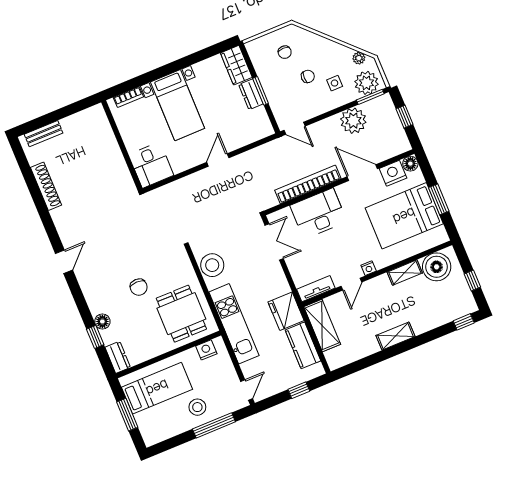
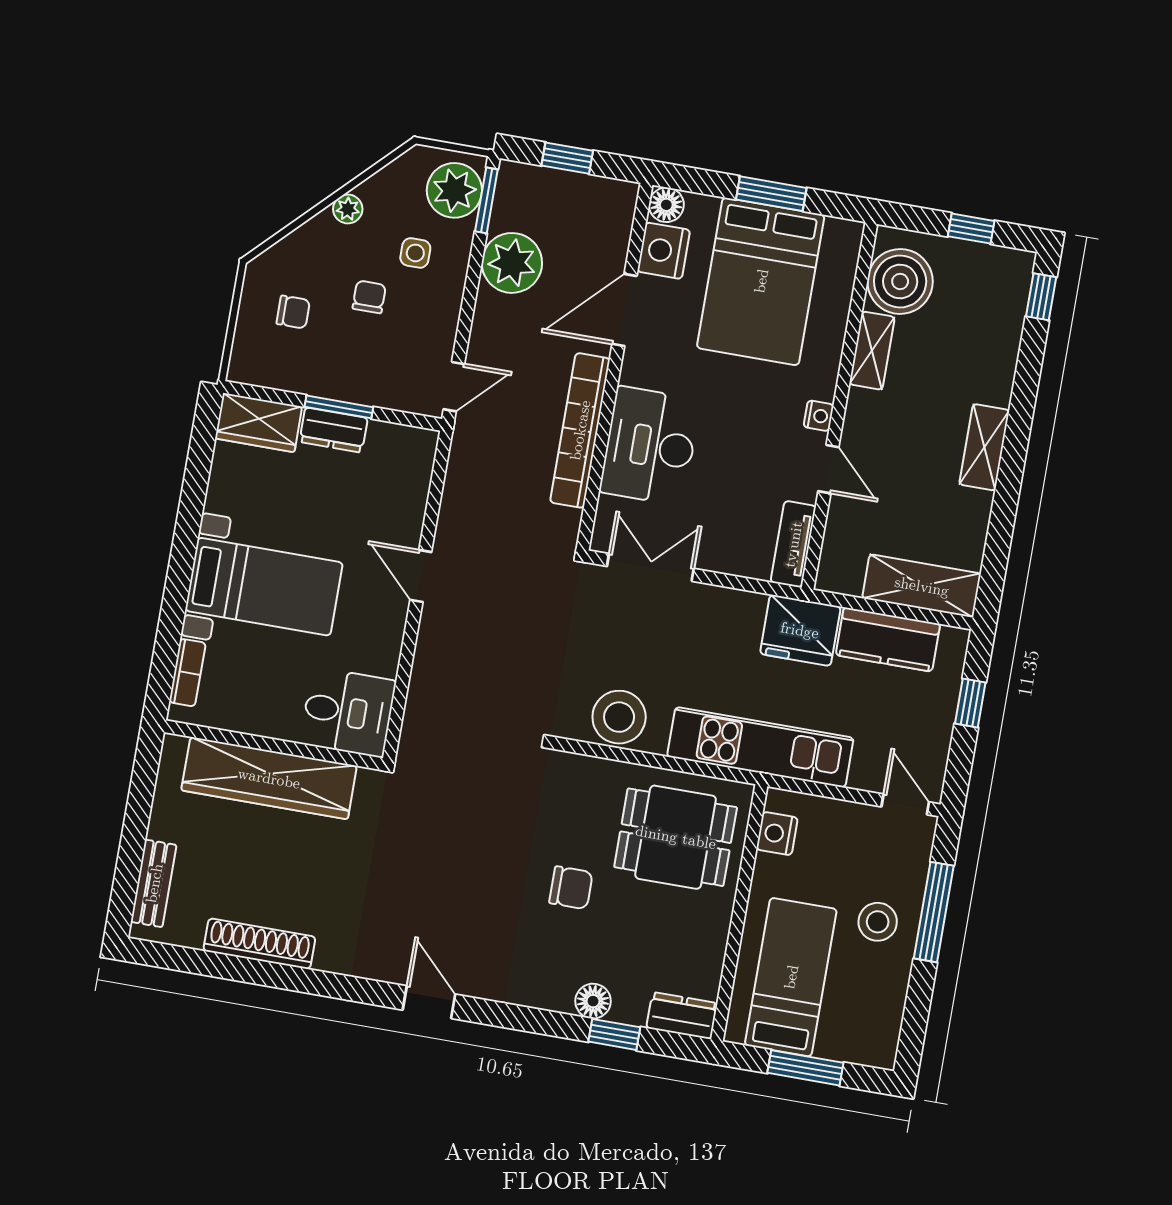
plant: (359, 58) -> (348, 209), moved
wardrobe: (109, 151) -> (269, 778), added
shelving: (322, 325) -> (922, 586), moved

